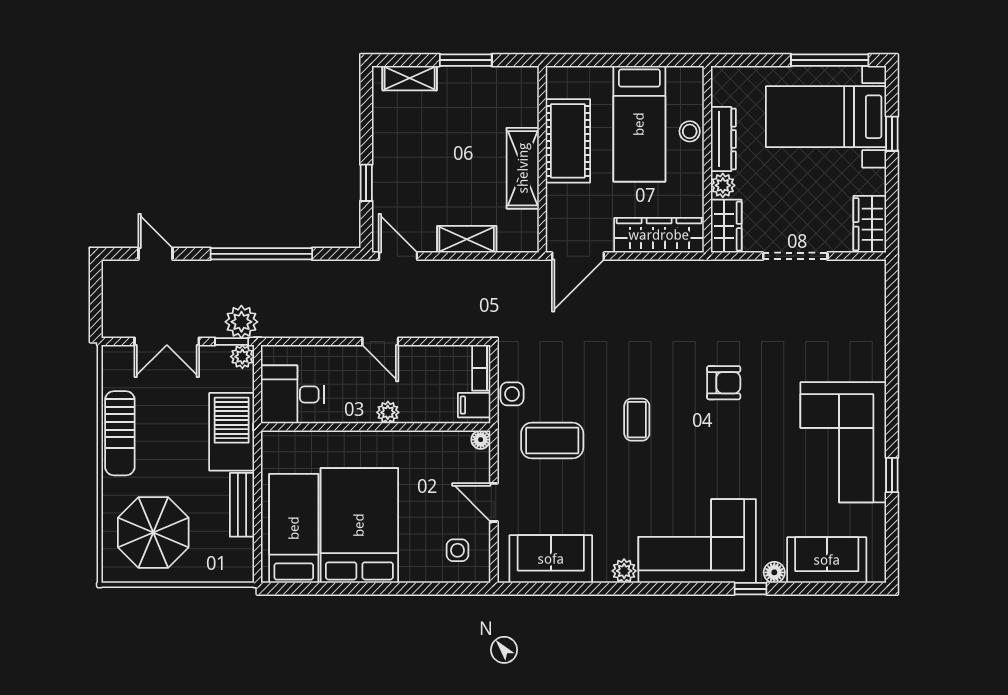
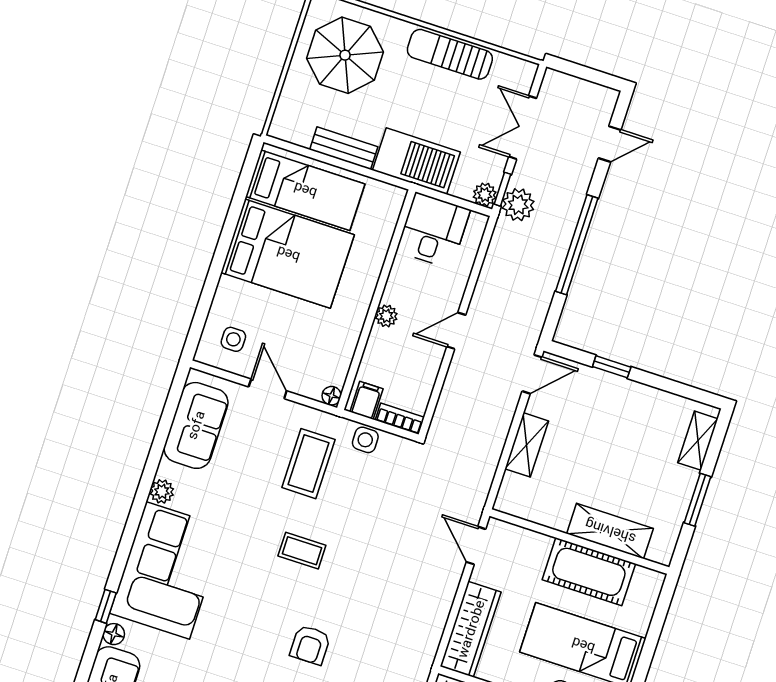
shelving: (523, 168) -> (610, 531), moved
door: (578, 256) -> (476, 546), width x0.73
door: (494, 502) -> (268, 389), hinge flipped

